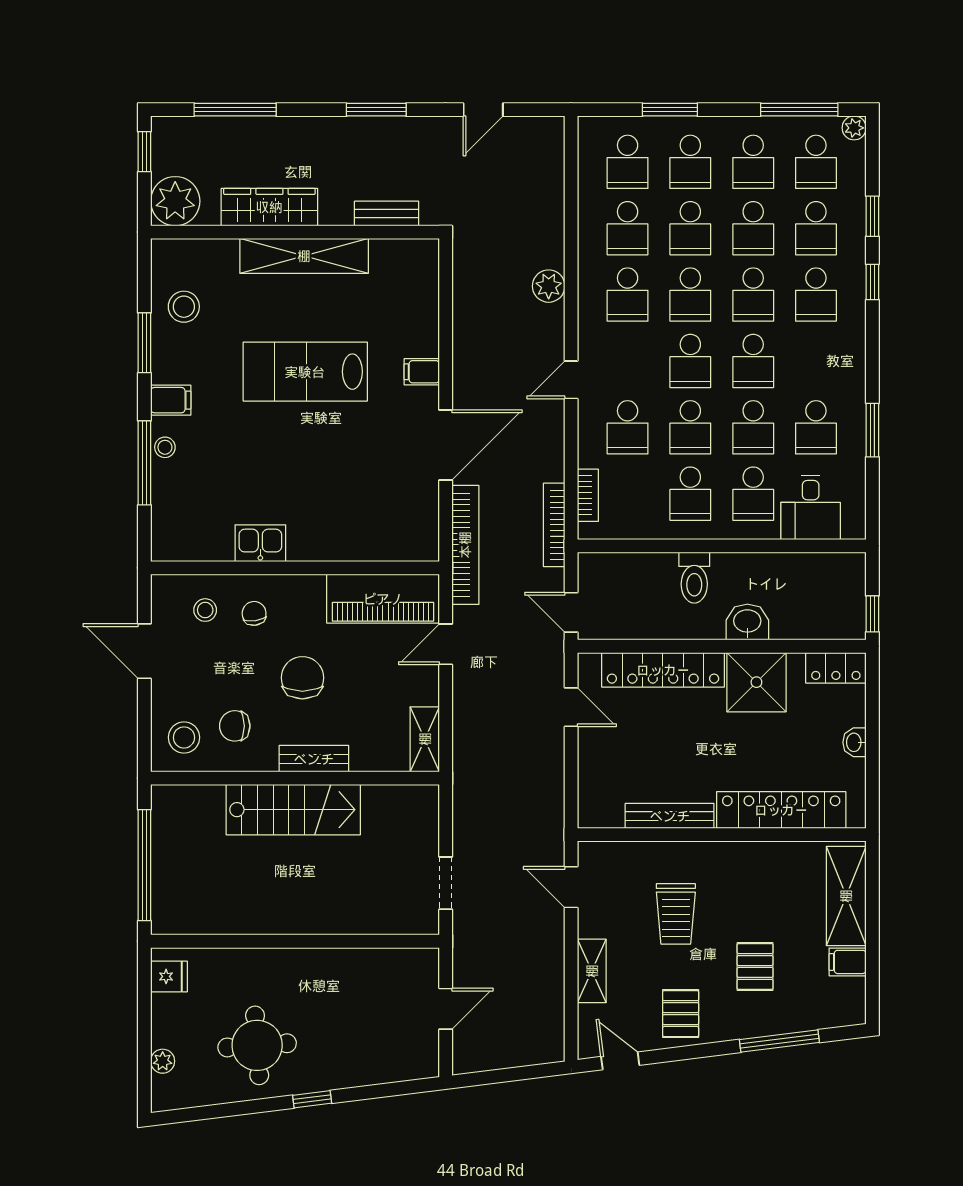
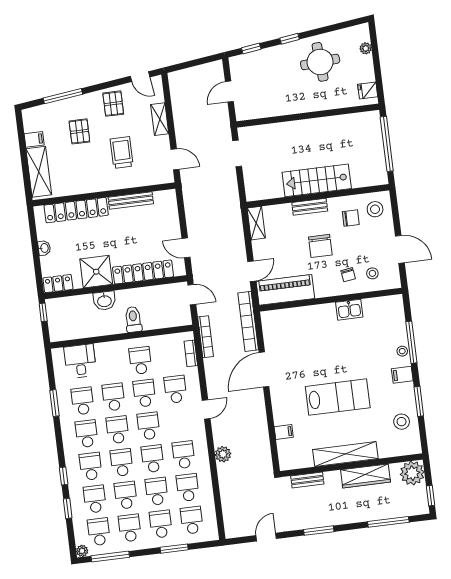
filing cabinet: (422, 372) -> (284, 432), moved
school desk: (753, 494) -> (87, 434), moved
window: (391, 1089) -> (251, 48), added

